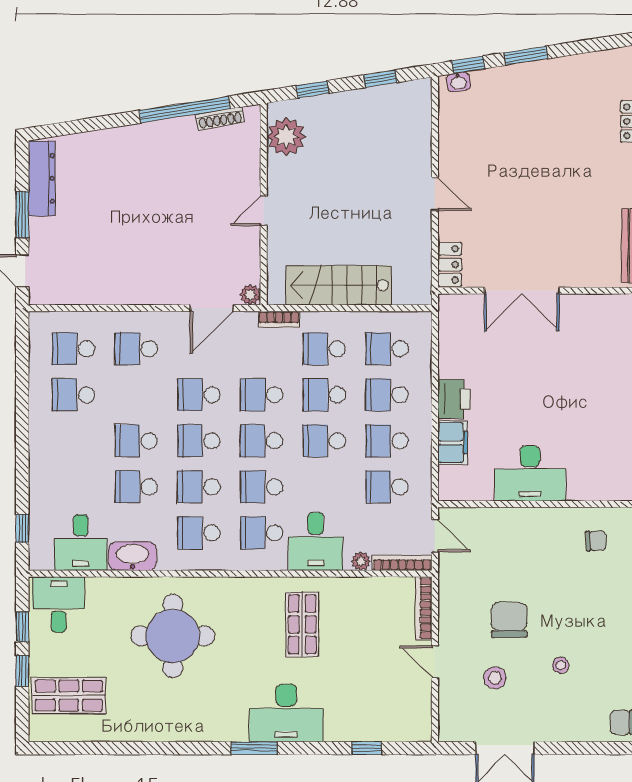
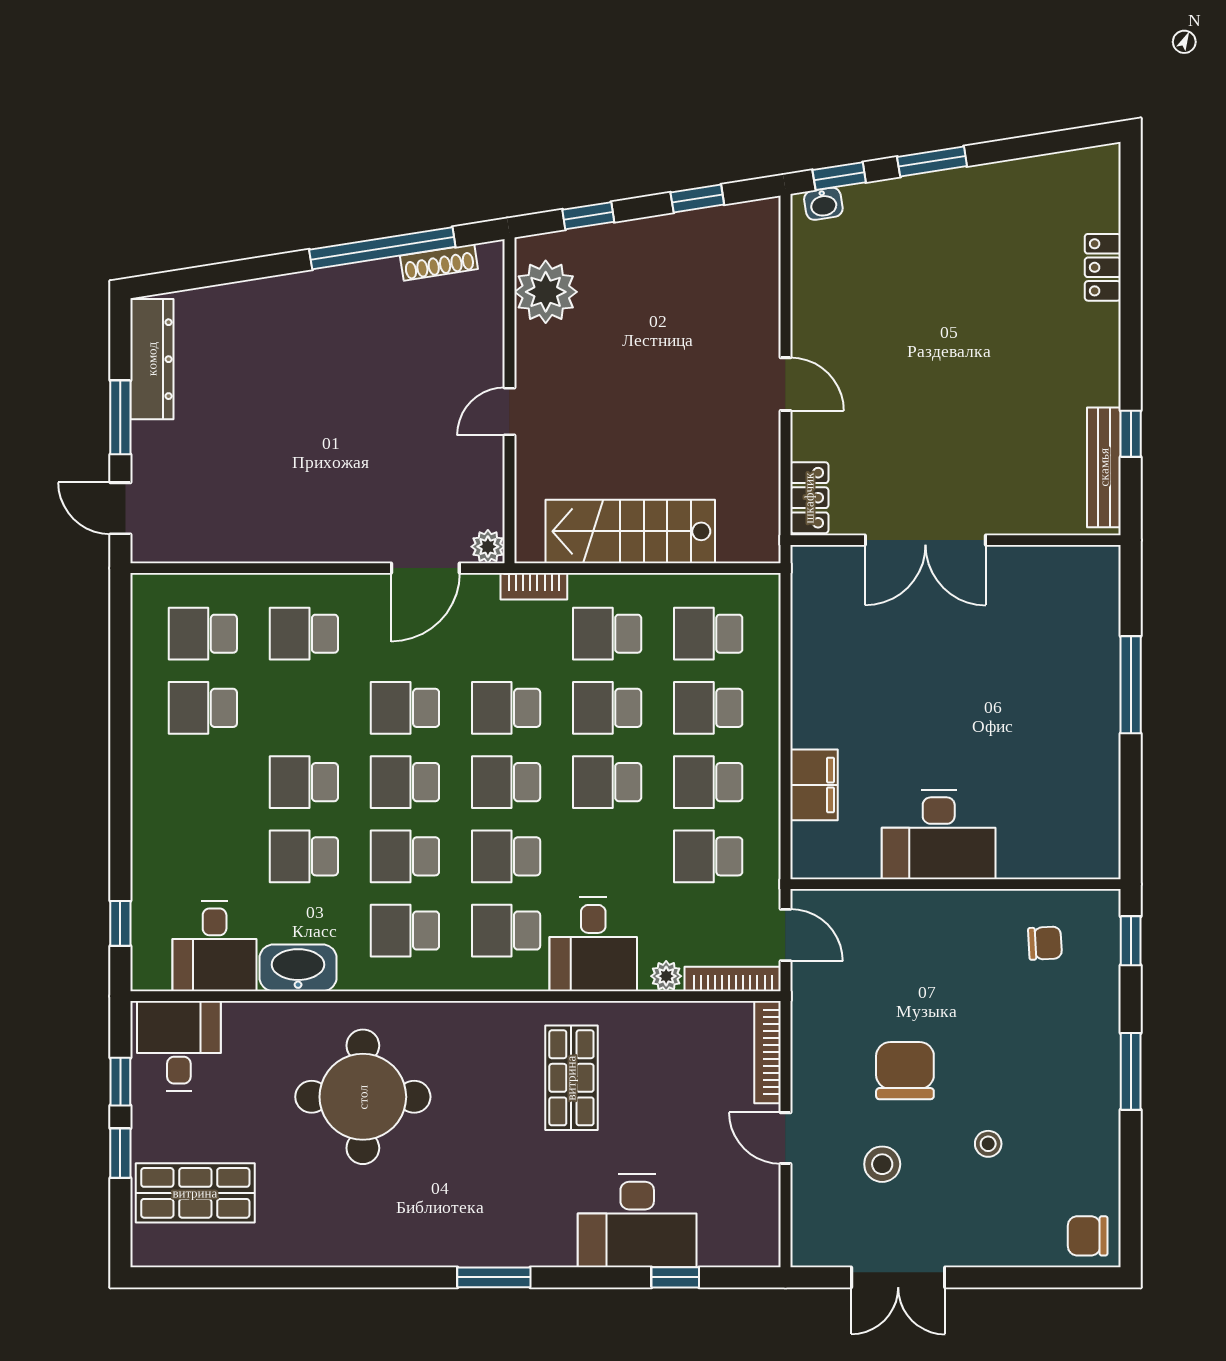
printer: (454, 399) -> (816, 715), removed
desk: (286, 713) -> (637, 1221), moved

